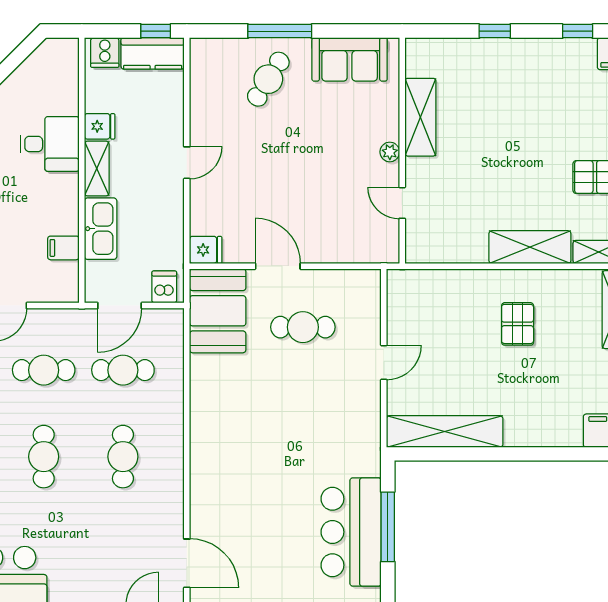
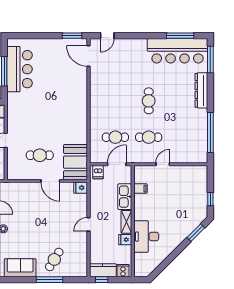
desk: (50, 144) -> (146, 237), width x1.37
cafe table: (123, 457) -> (115, 101), removed

